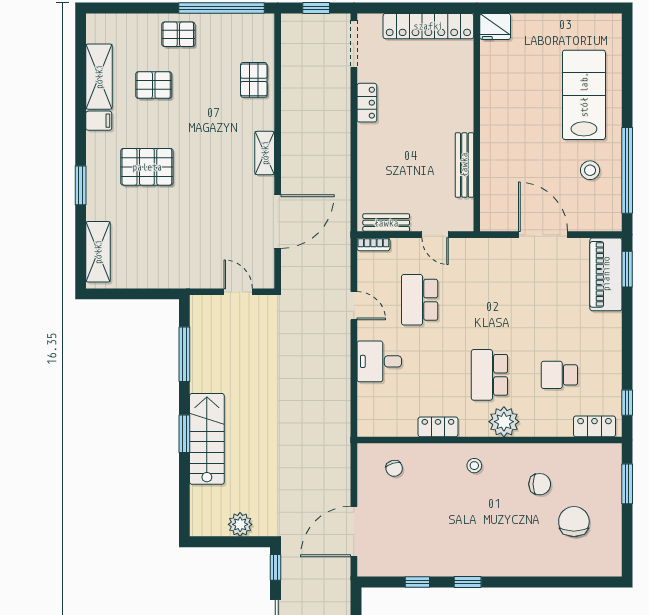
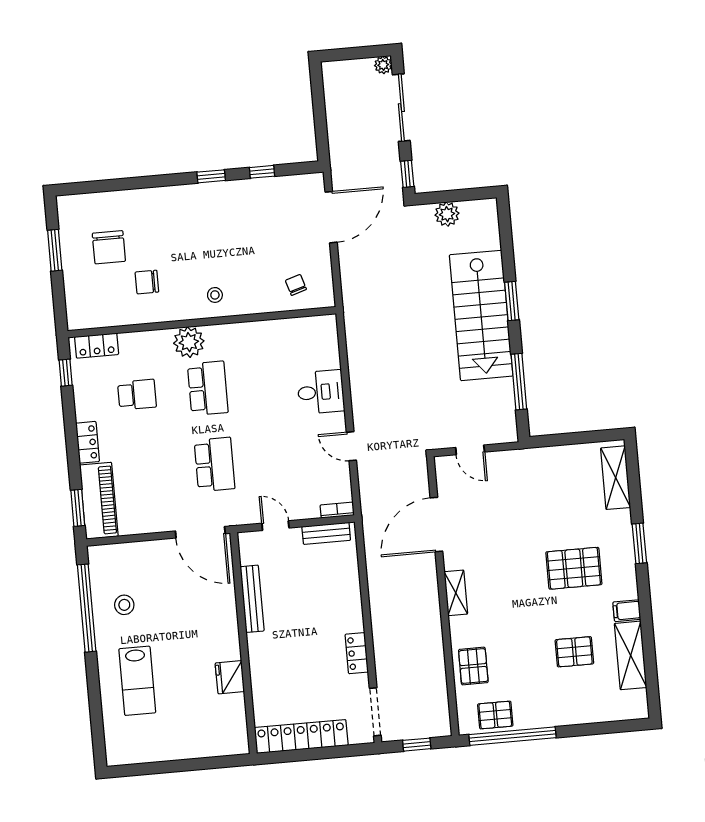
fridge: (495, 26) -> (230, 677), moved, turned -90
pallet: (178, 34) -> (495, 715), moved
lab bench: (584, 95) -> (137, 681), width x0.73, depth x0.72
door: (543, 235) -> (200, 532), moved
school desk: (420, 300) -> (215, 464), moved
locker: (438, 427) -> (88, 442), moved, turned -90
stairs: (207, 439) -> (481, 315), width x1.36, depth x1.51
window: (627, 484) -> (55, 250), moved

